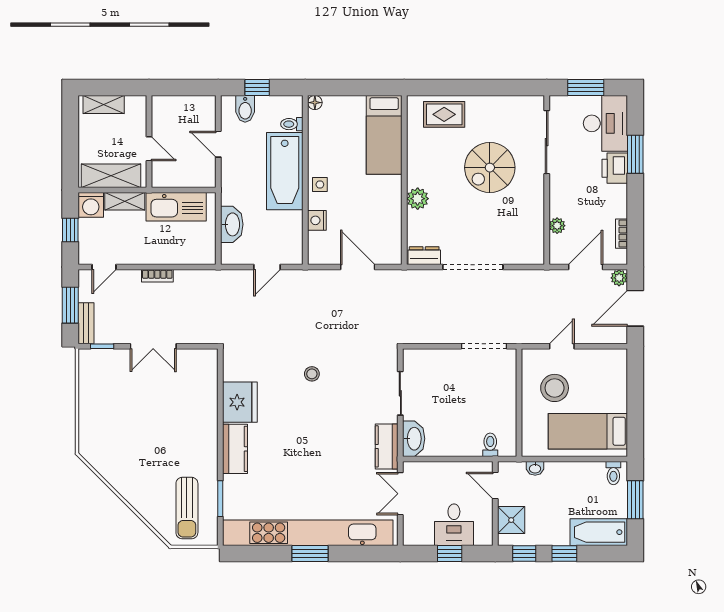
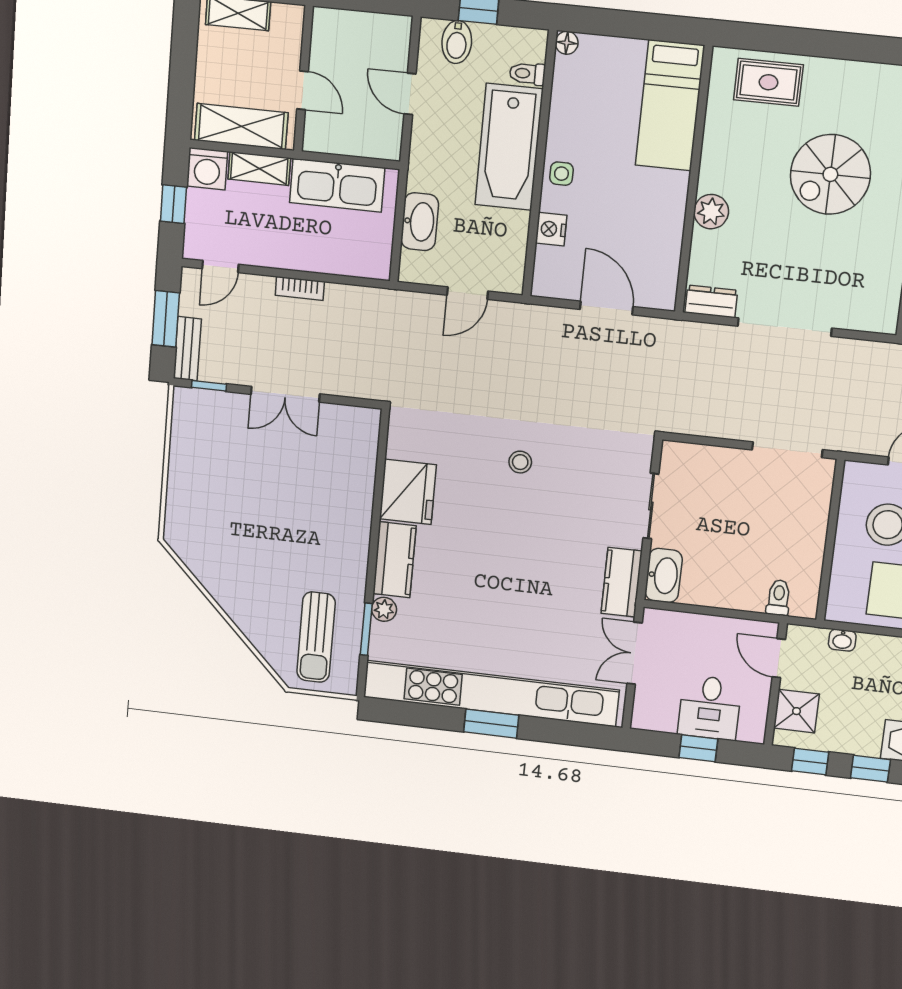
plant: (231, 484) -> (384, 609), added

